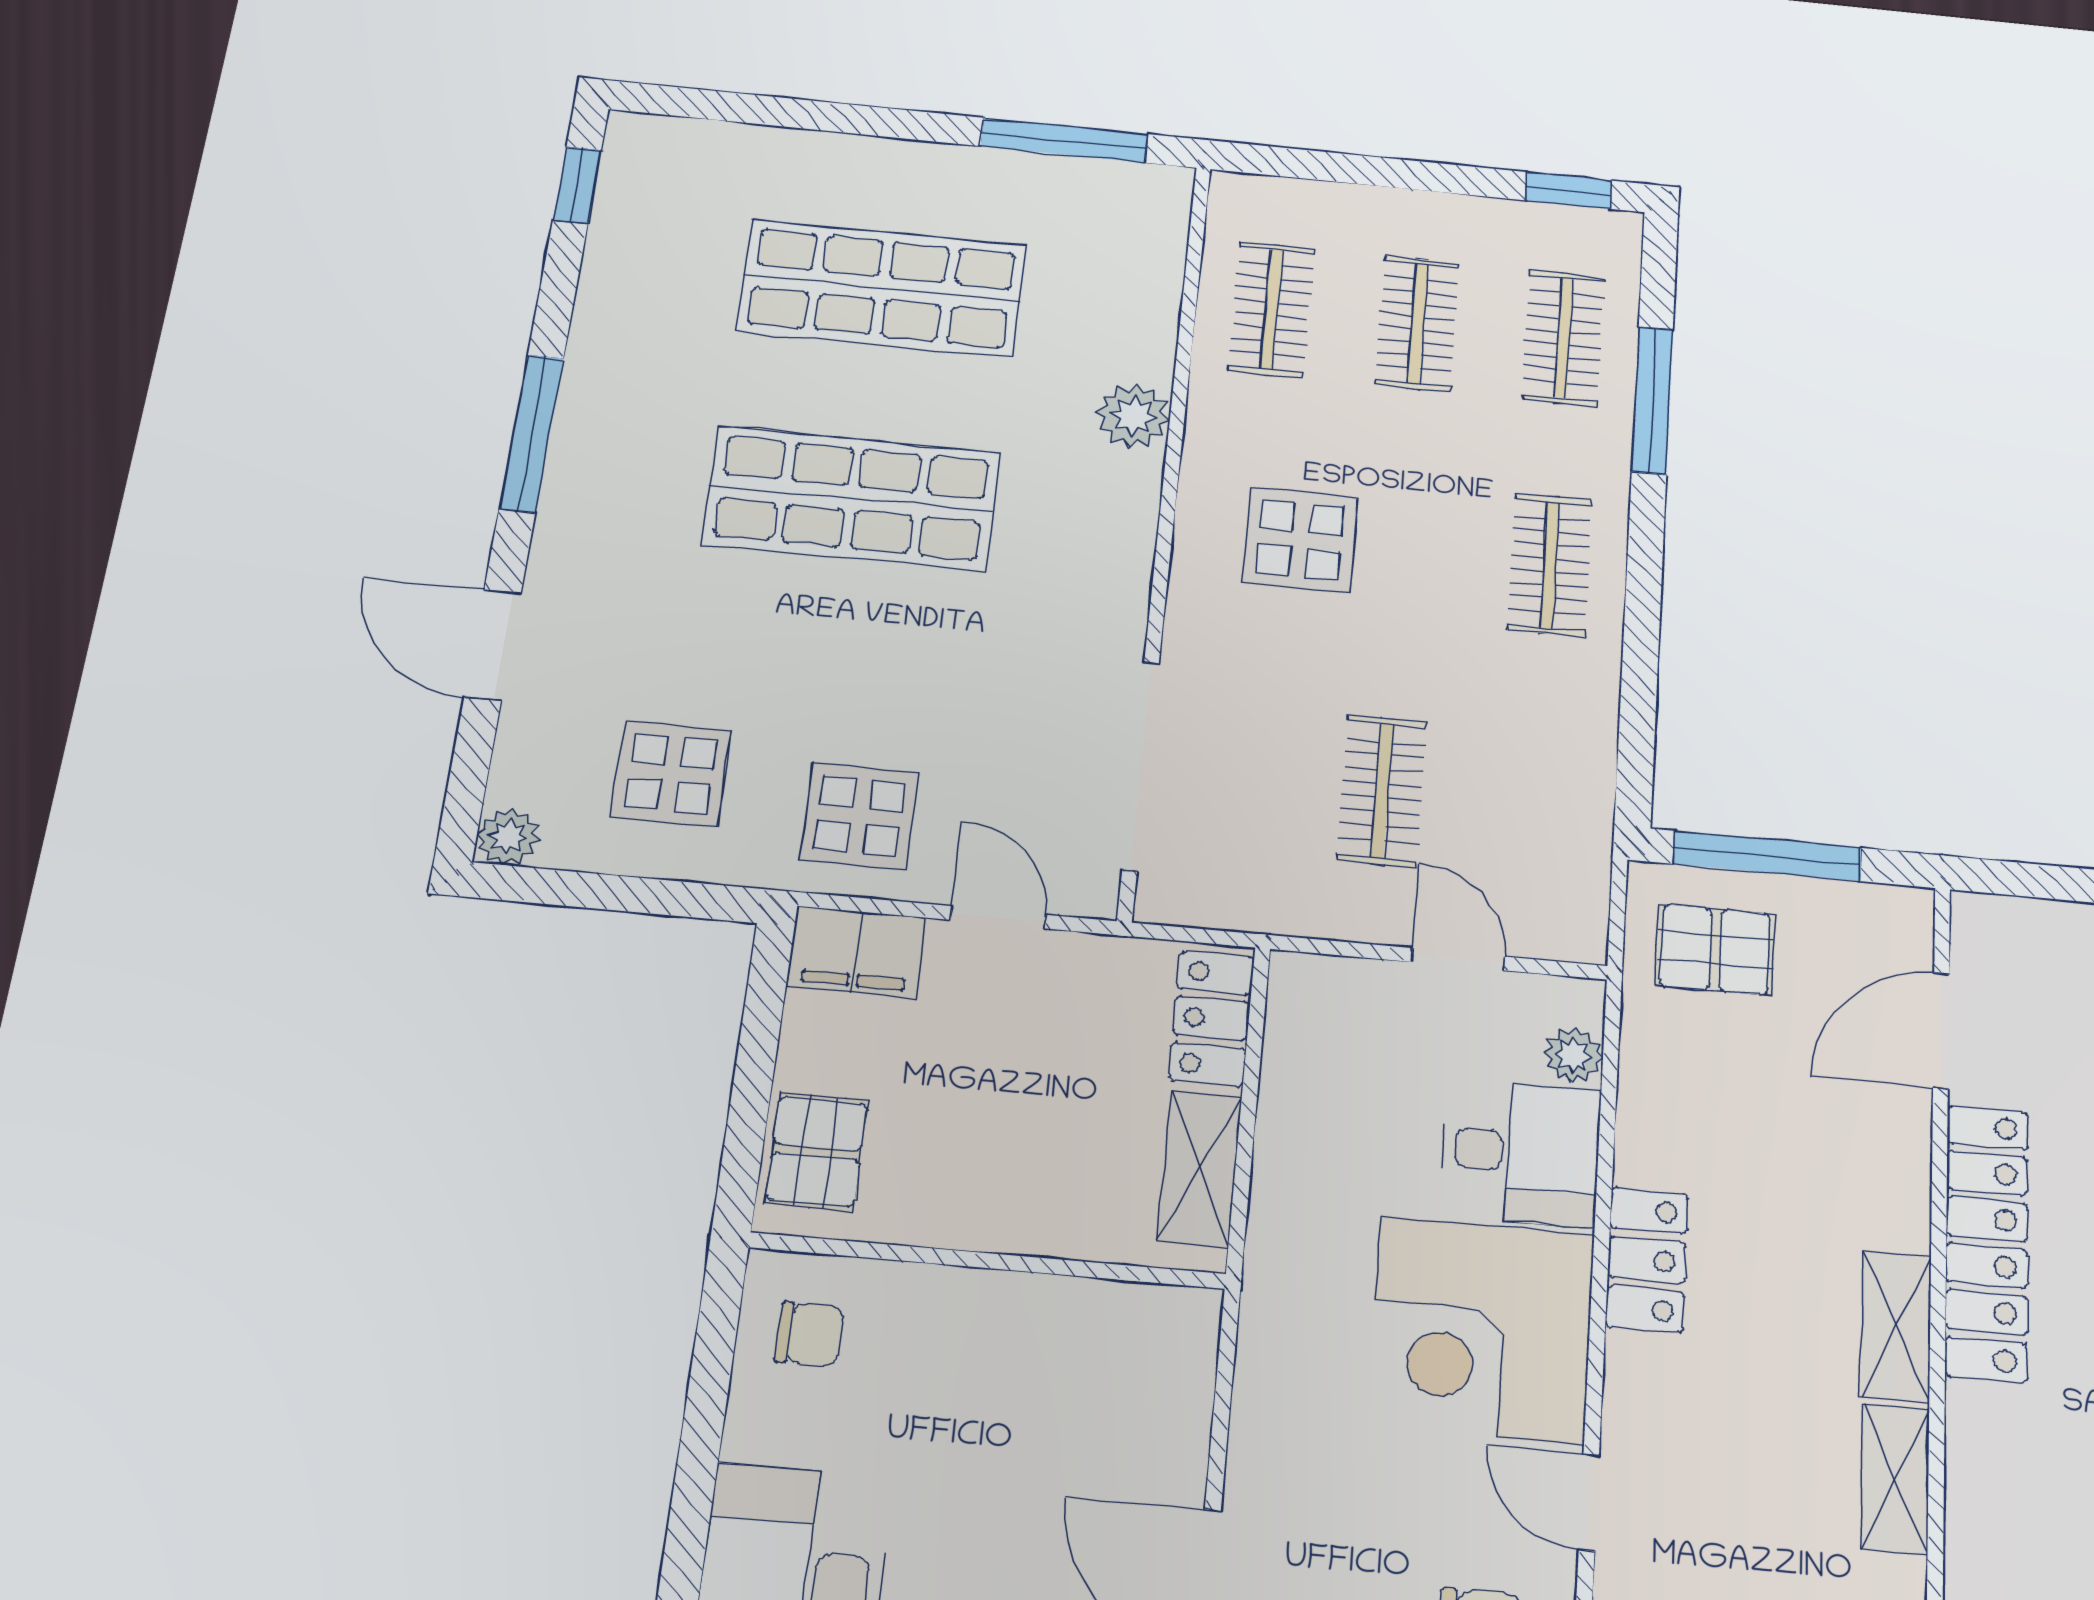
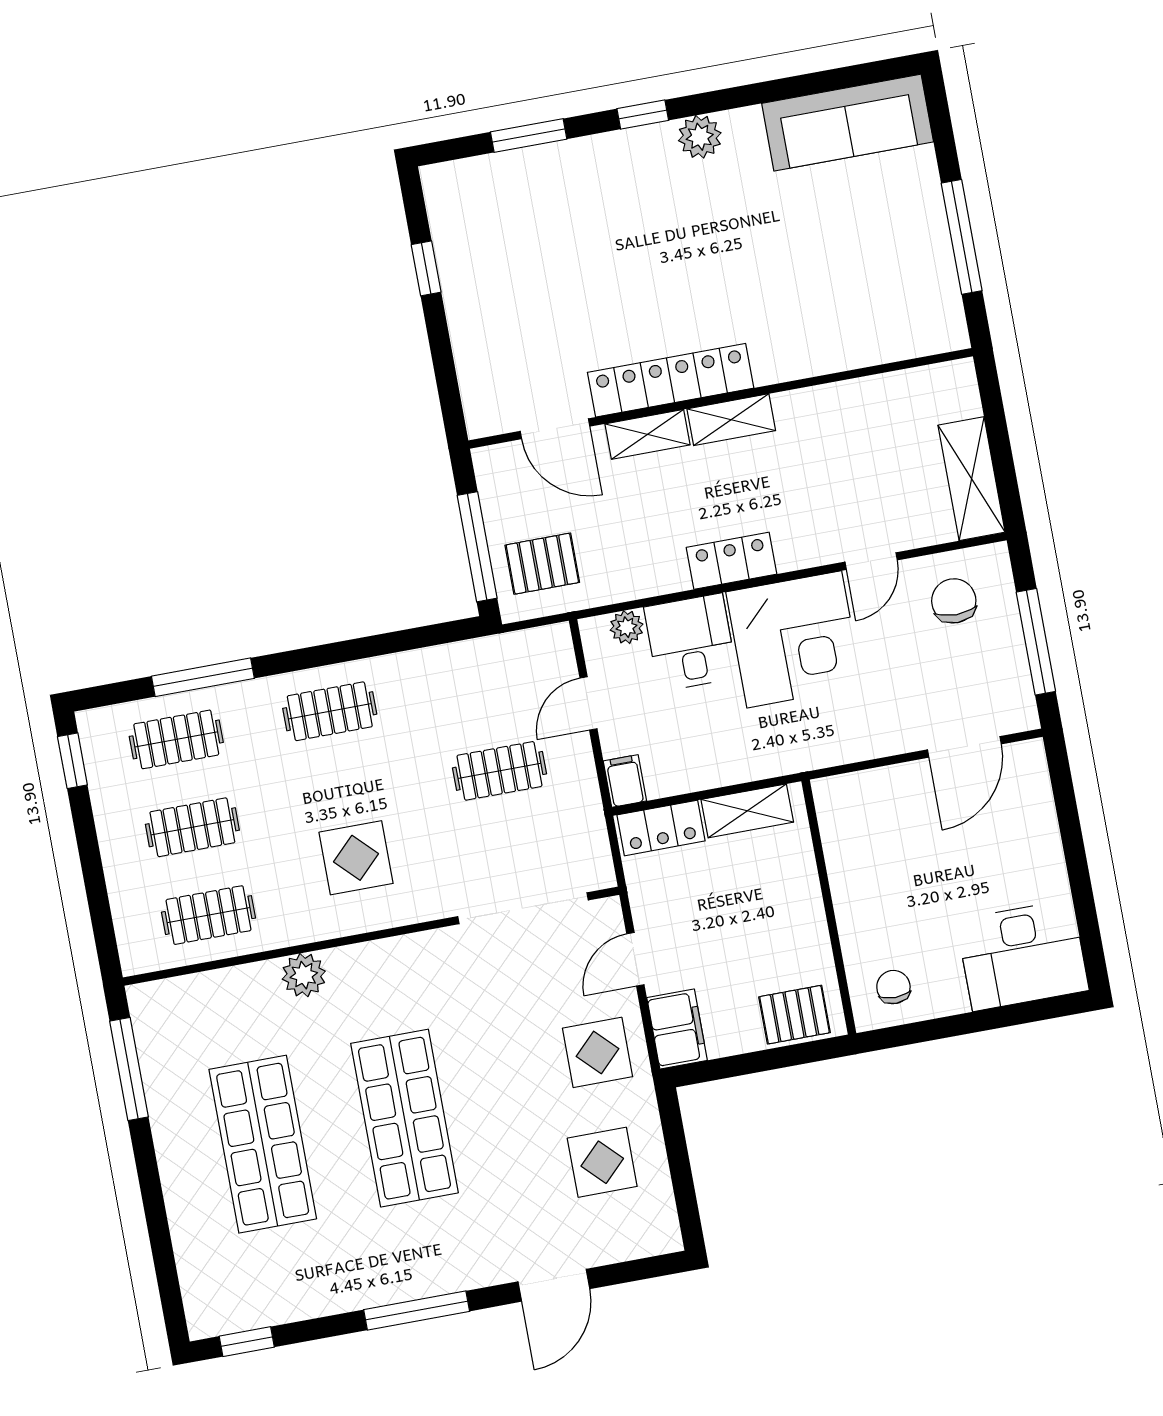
plant: (508, 837) -> (664, 1237), removed
pallet: (1715, 950) -> (542, 564), turned 90
filing cabinet: (1309, 982) -> (625, 781), added
shelving: (1895, 1479) -> (648, 434), moved

